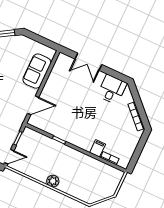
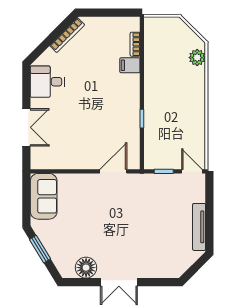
sofa: (37, 71) -> (44, 196), moved, turned -90
door: (33, 105) -> (113, 171), hinge flipped
plant: (53, 181) -> (197, 58), moved

